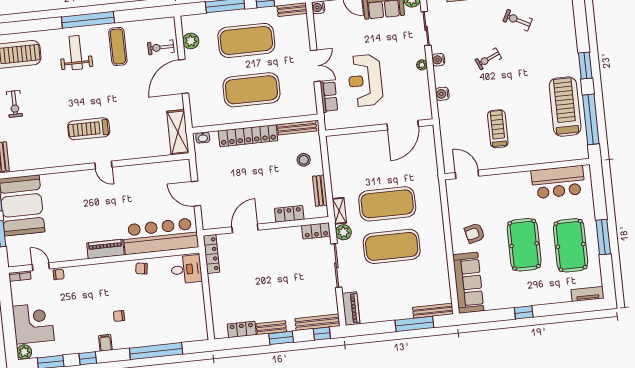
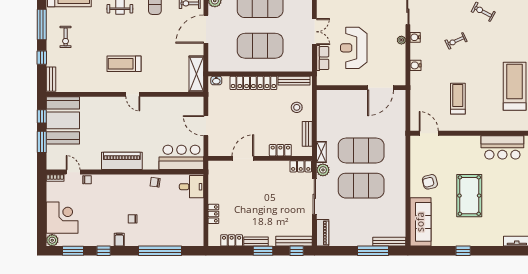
bar counter: (161, 236) -> (181, 157), width x0.73
pool table: (571, 245) -> (507, 200), removed
piano: (105, 249) -> (122, 161), width x1.37, depth x1.33
locker: (211, 254) -> (213, 214), moved, width x0.66

